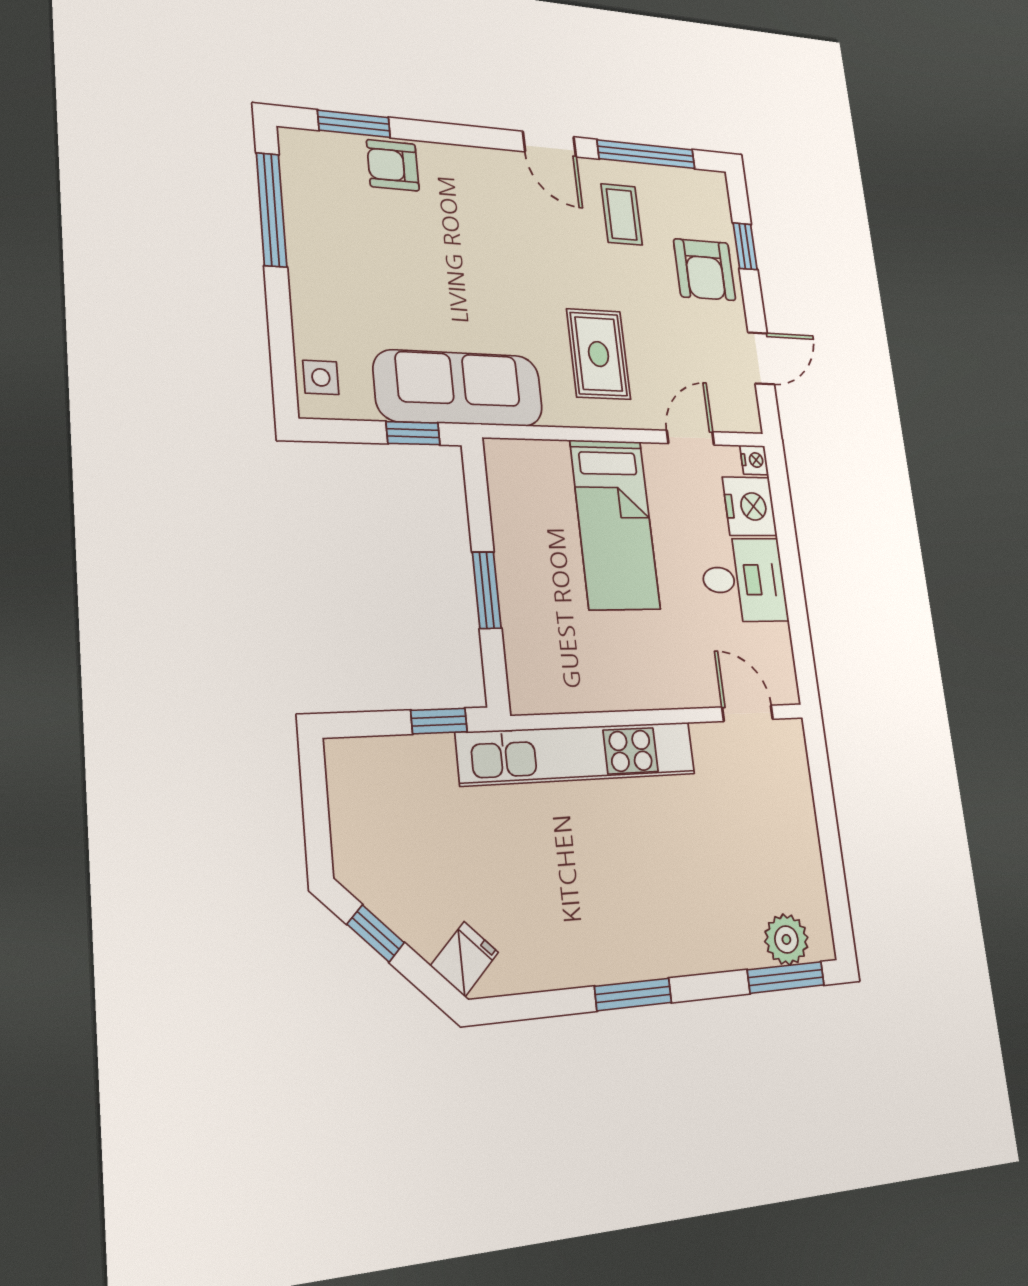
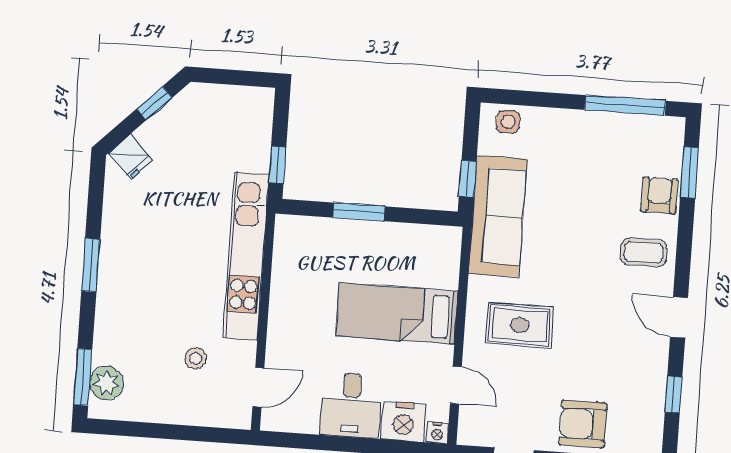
door: (550, 144) -> (679, 317), hinge flipped
window: (646, 154) -> (674, 395), width x0.46
coffee table: (622, 214) -> (644, 252), moved
stool: (729, 810) -> (196, 358), added

